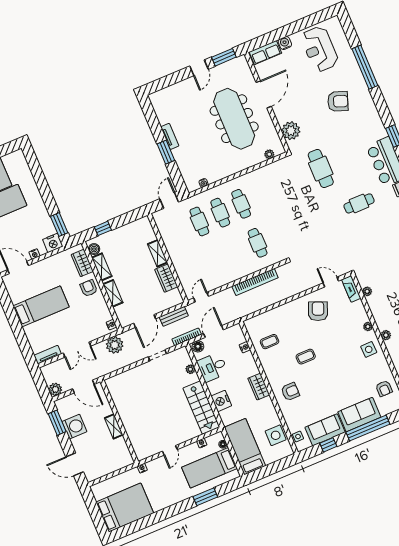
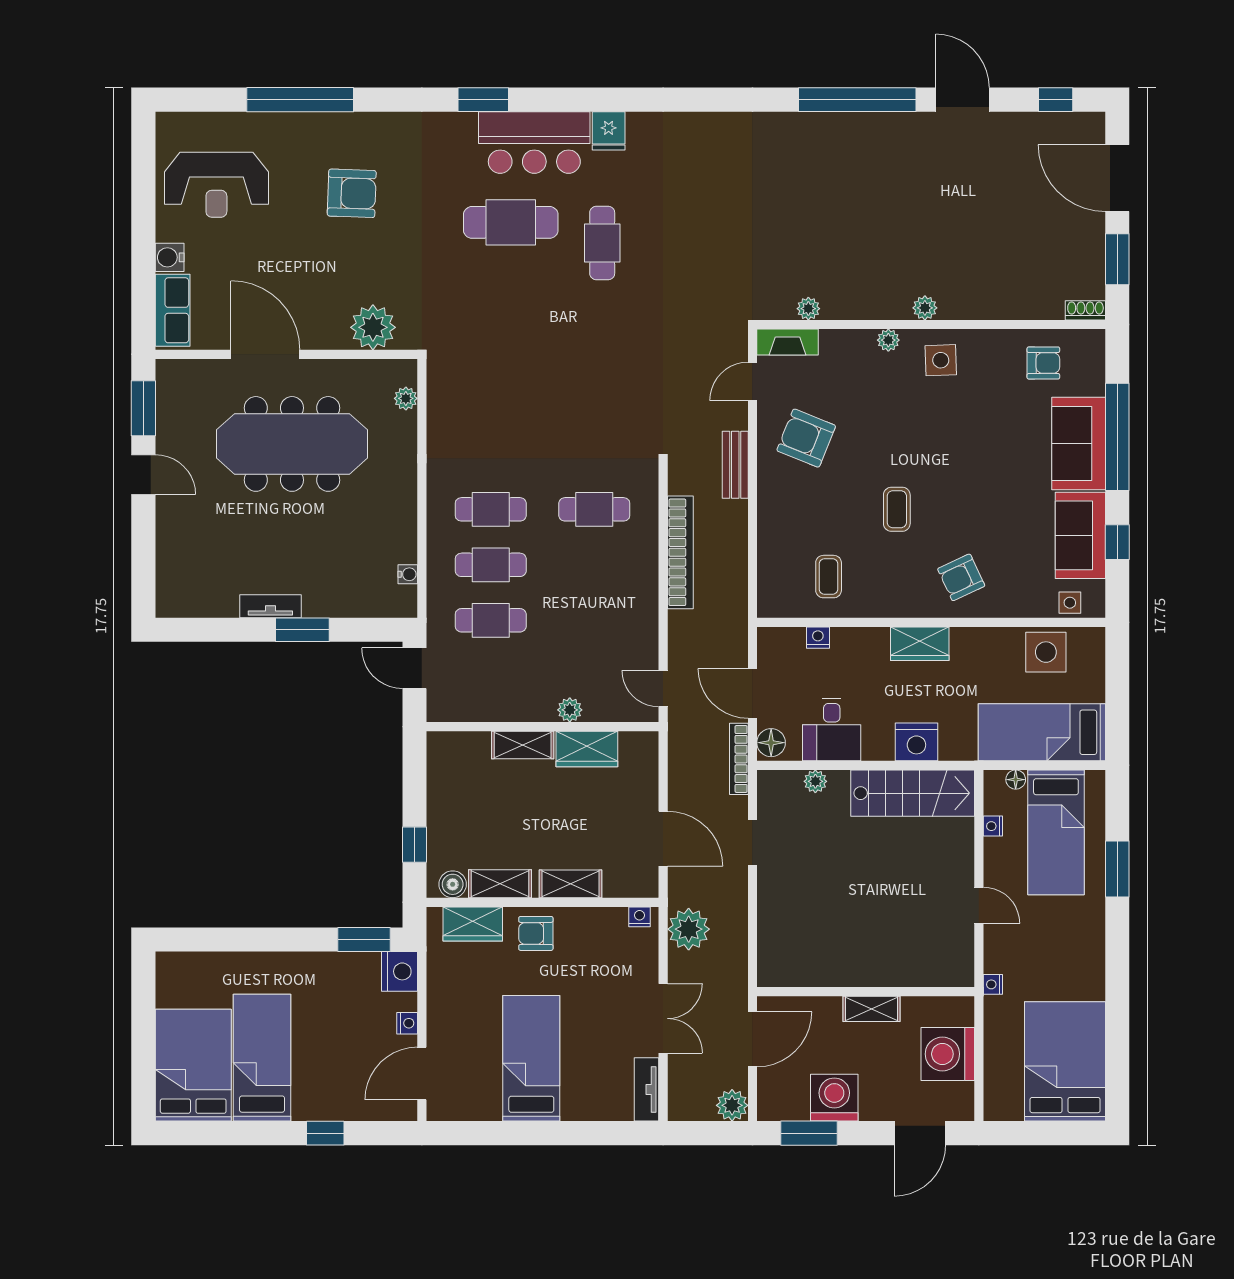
armchair: (338, 101) -> (352, 193), turned 72
cafe table: (321, 169) -> (511, 222), moved
plant: (178, 265) -> (570, 710), added
bench: (174, 316) -> (735, 465), moved
armchair: (290, 392) -> (961, 577), turned -115
washing machine: (109, 462) -> (948, 1054), added

